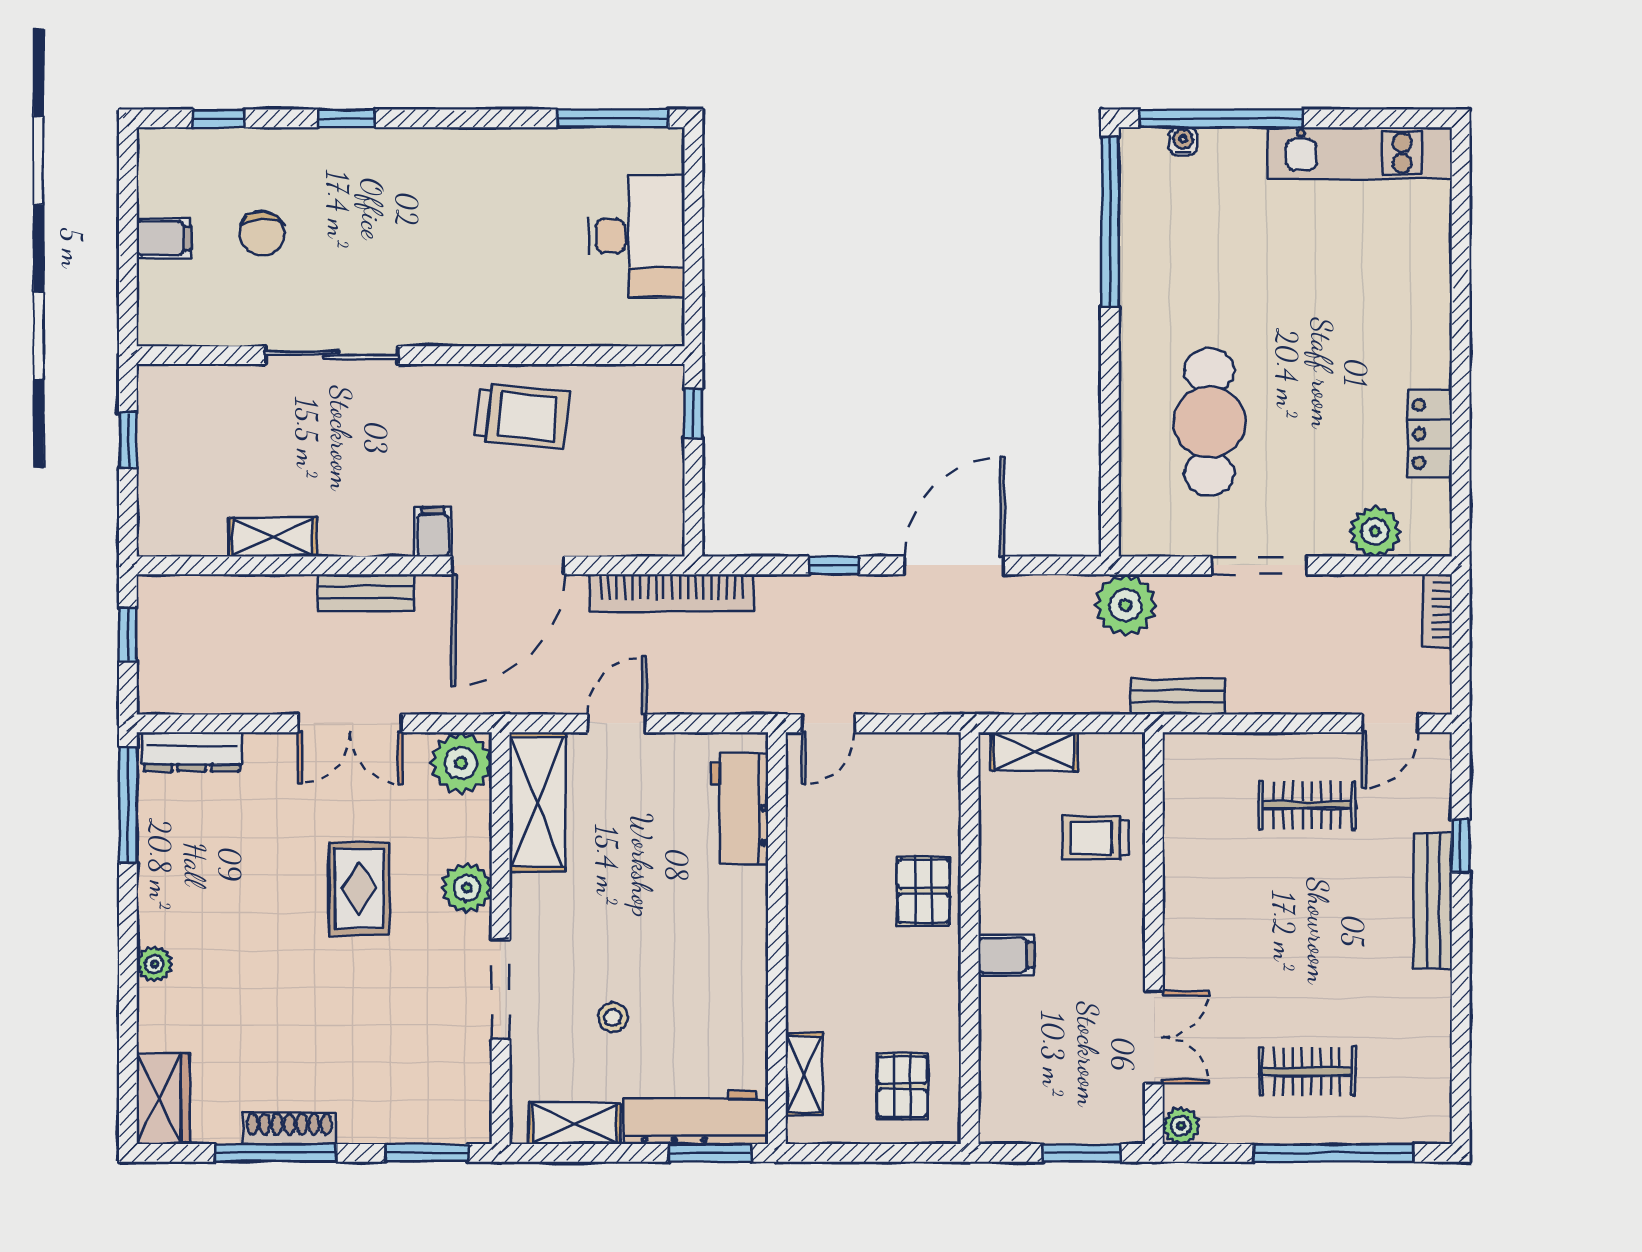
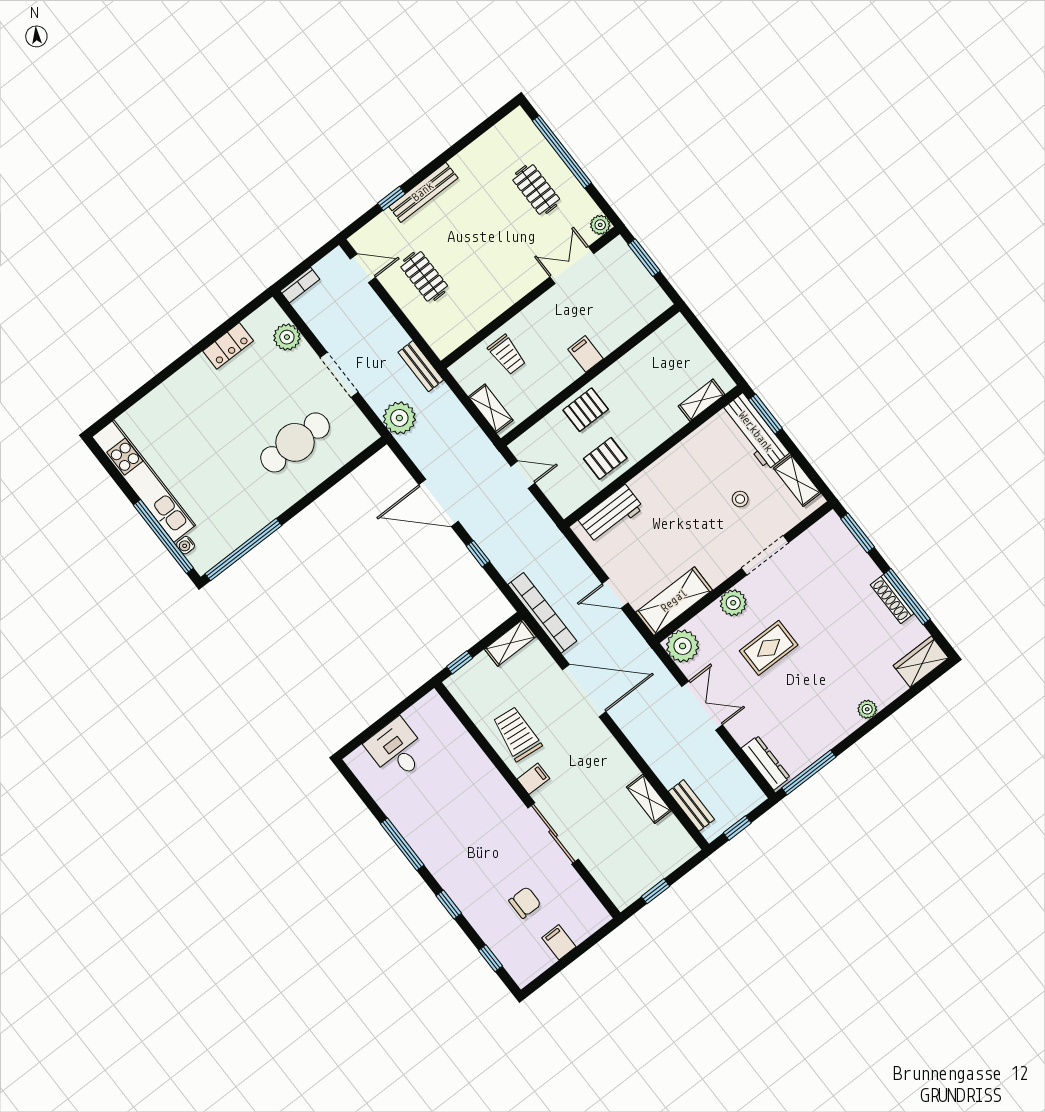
window: (613, 118) -> (402, 844), moved
kitchen unit: (1360, 153) -> (144, 481), width x1.36
desk: (637, 236) -> (397, 750), width x0.73
shelving: (664, 511) -> (510, 643), added
filing cabinet: (433, 532) -> (533, 779), moved, turned 180
bench: (366, 592) -> (691, 805), moved
door: (828, 723) -> (523, 475), moved
pallet: (902, 1087) -> (605, 458), moved

